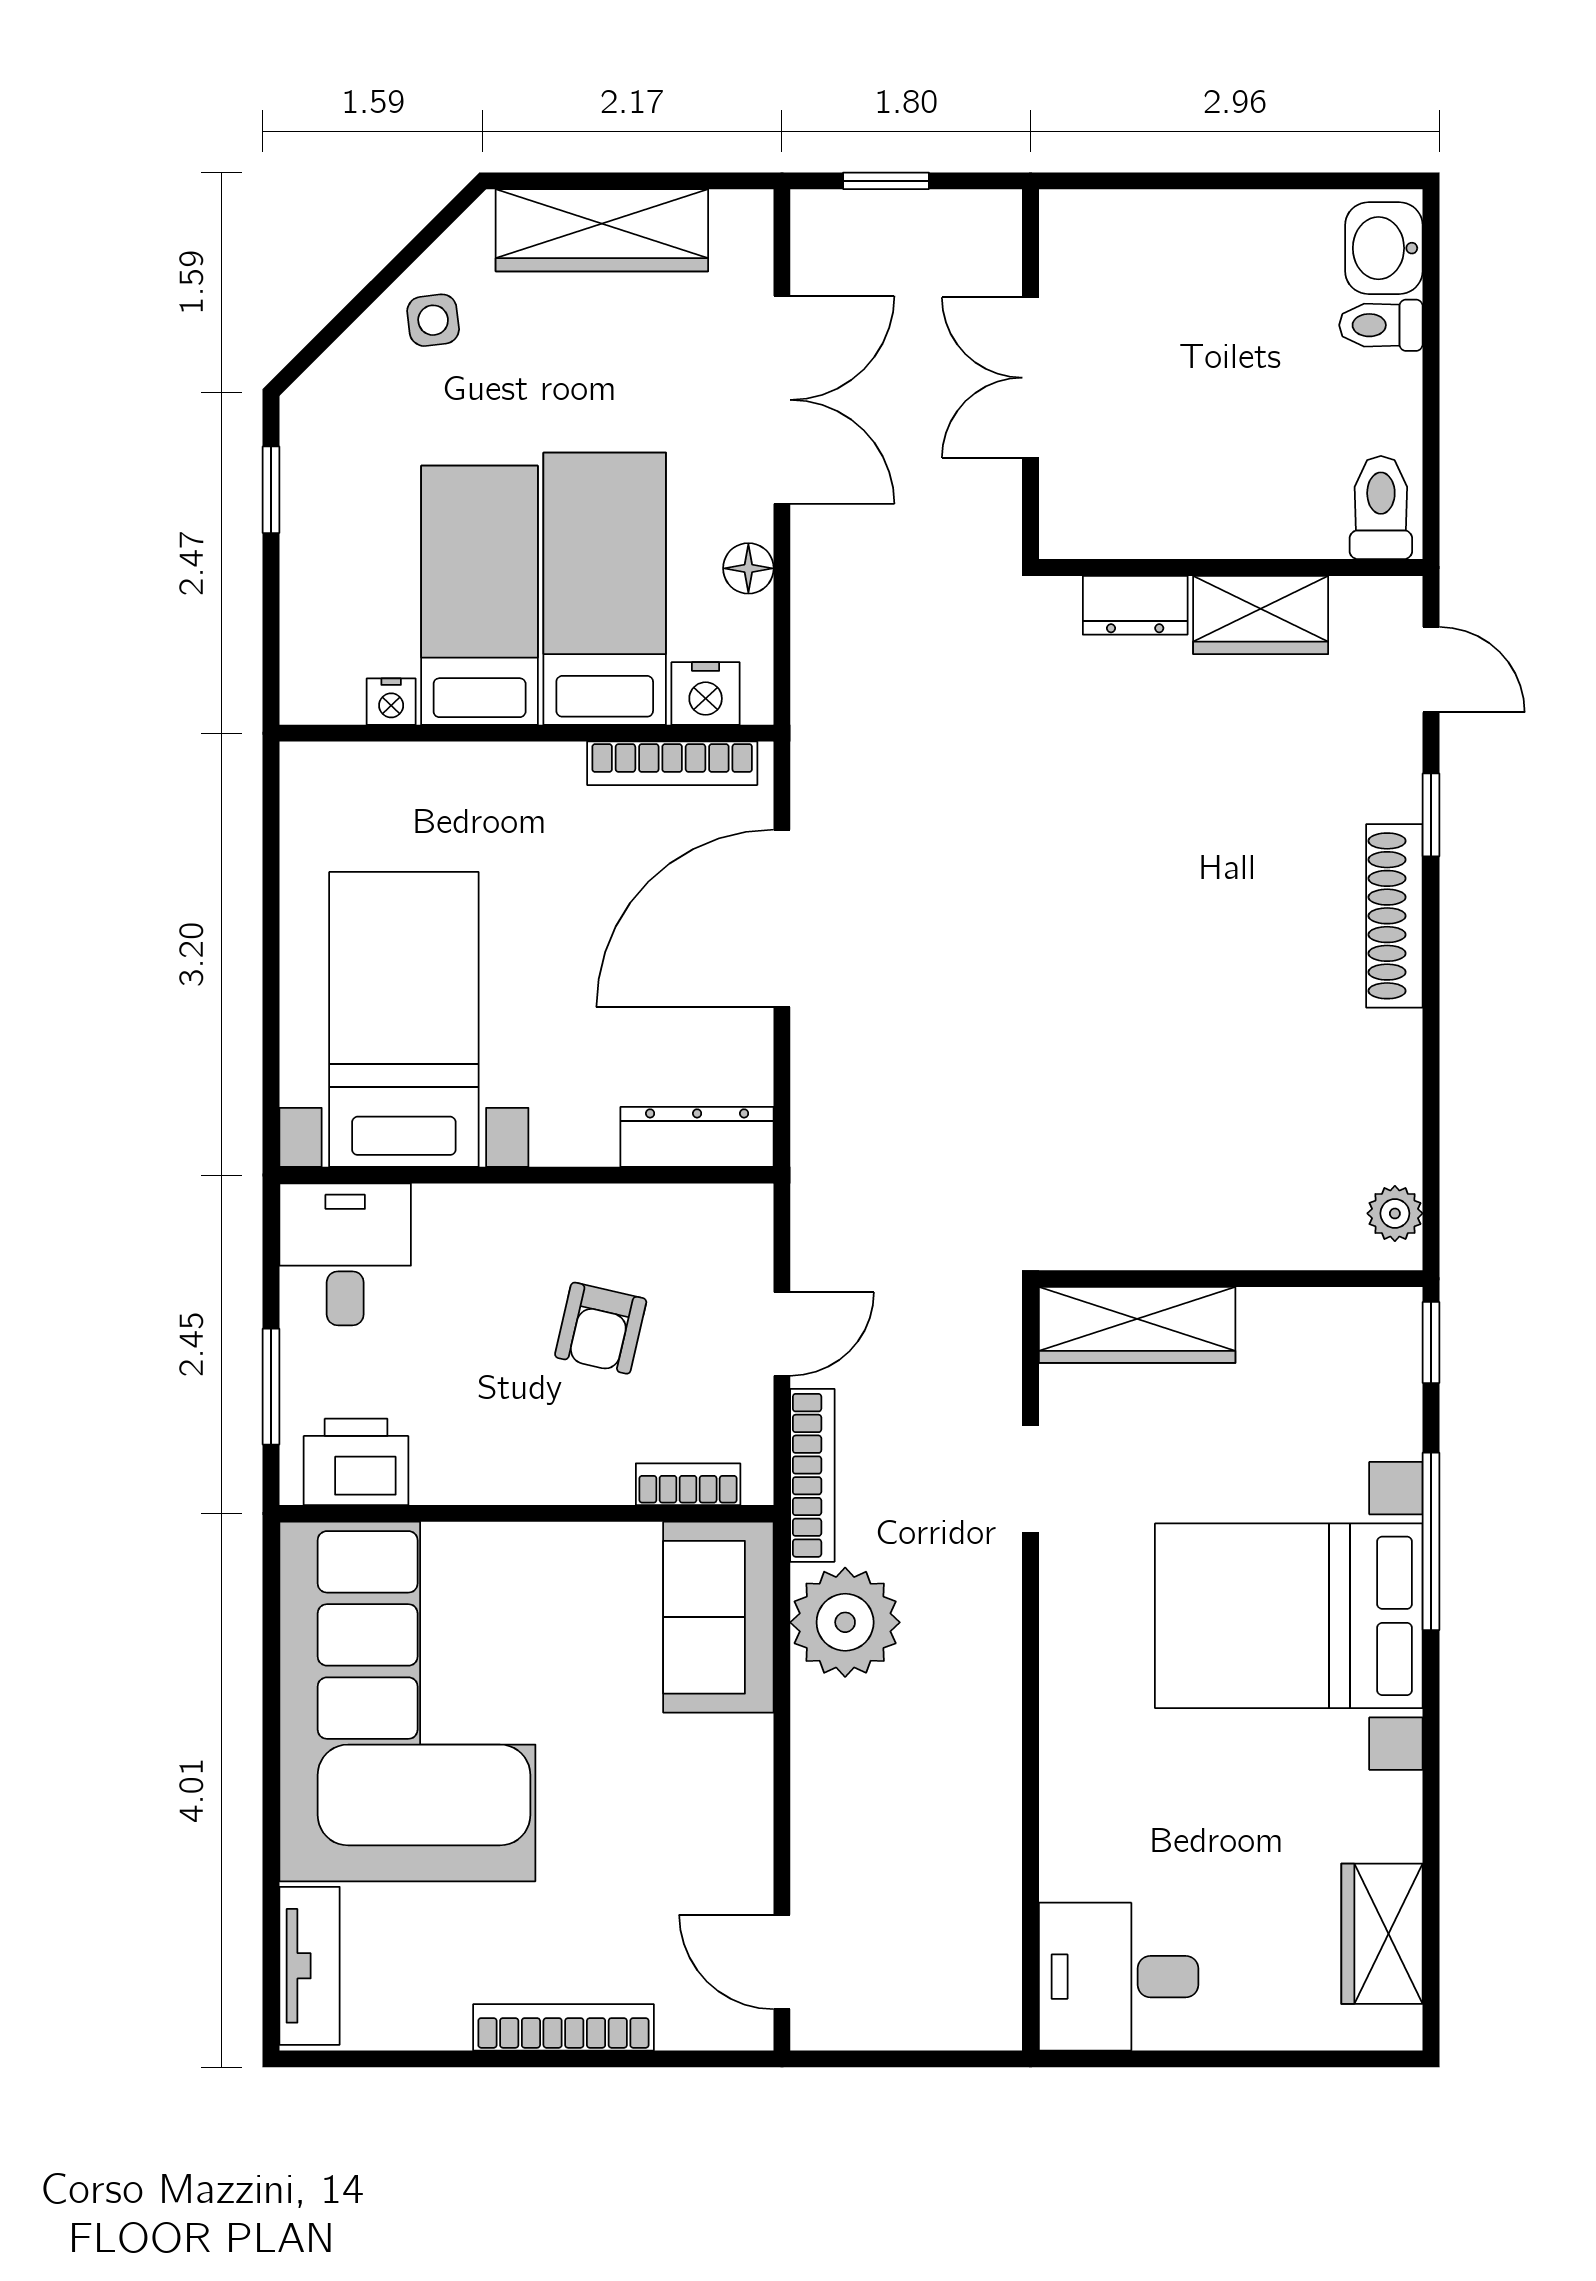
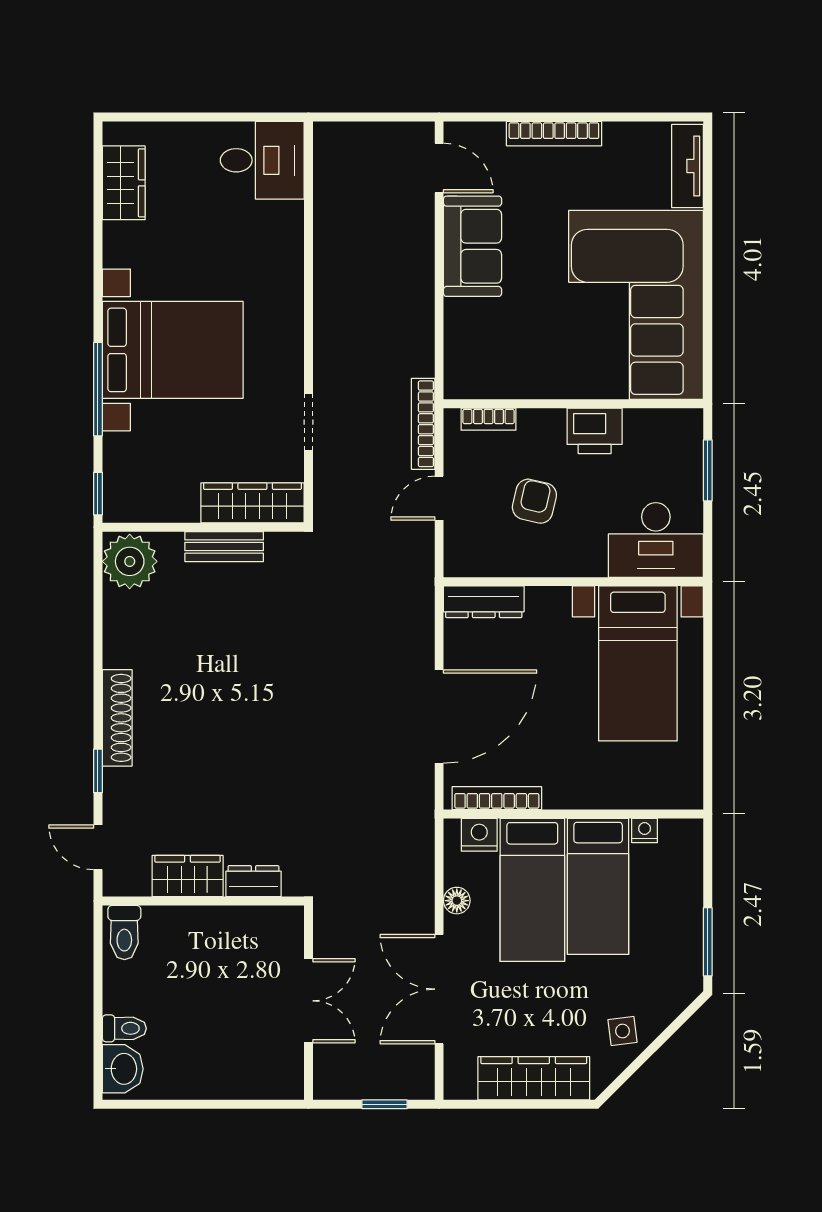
window: (271, 490) -> (708, 942), width x1.50
plant: (1395, 1213) -> (130, 561), width x1.88, depth x1.88
bench: (1191, 1242) -> (224, 547), added
desk: (345, 1254) -> (656, 540), width x1.37
printer: (356, 1462) -> (595, 431), moved
sofa: (718, 1617) -> (473, 246), moved
plant: (845, 1622) -> (406, 347), removed

